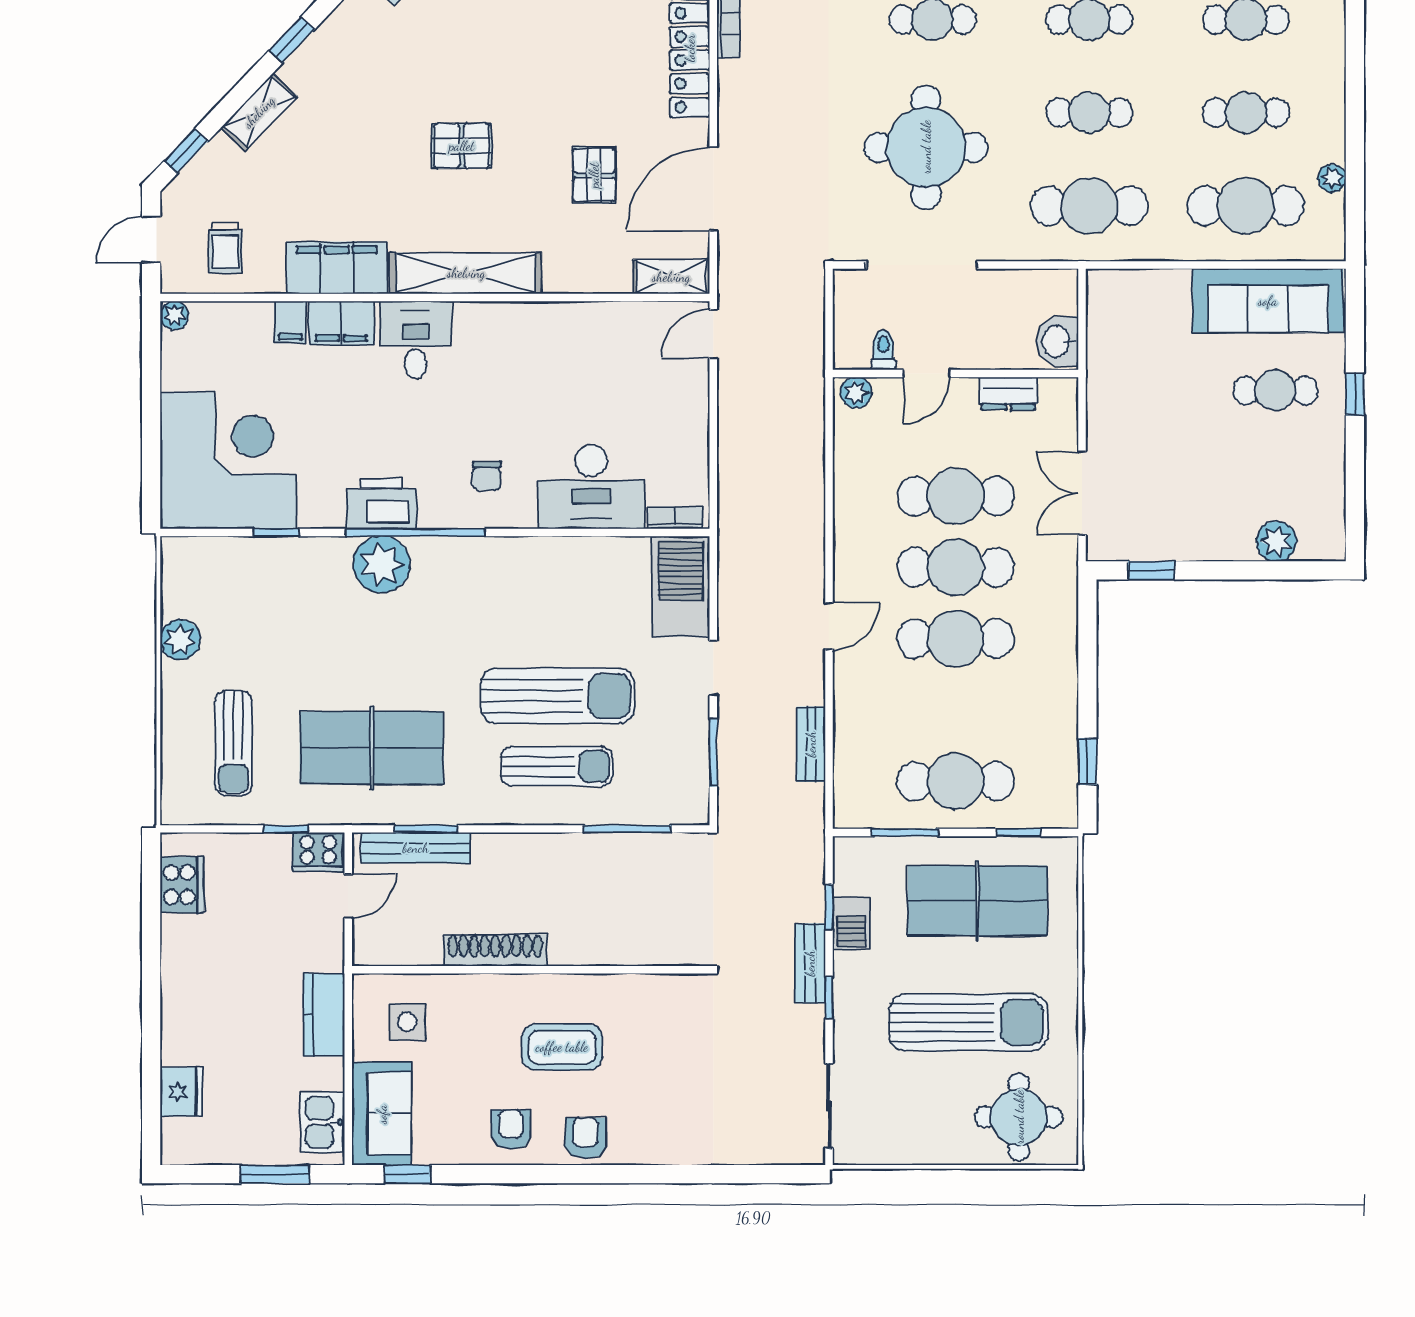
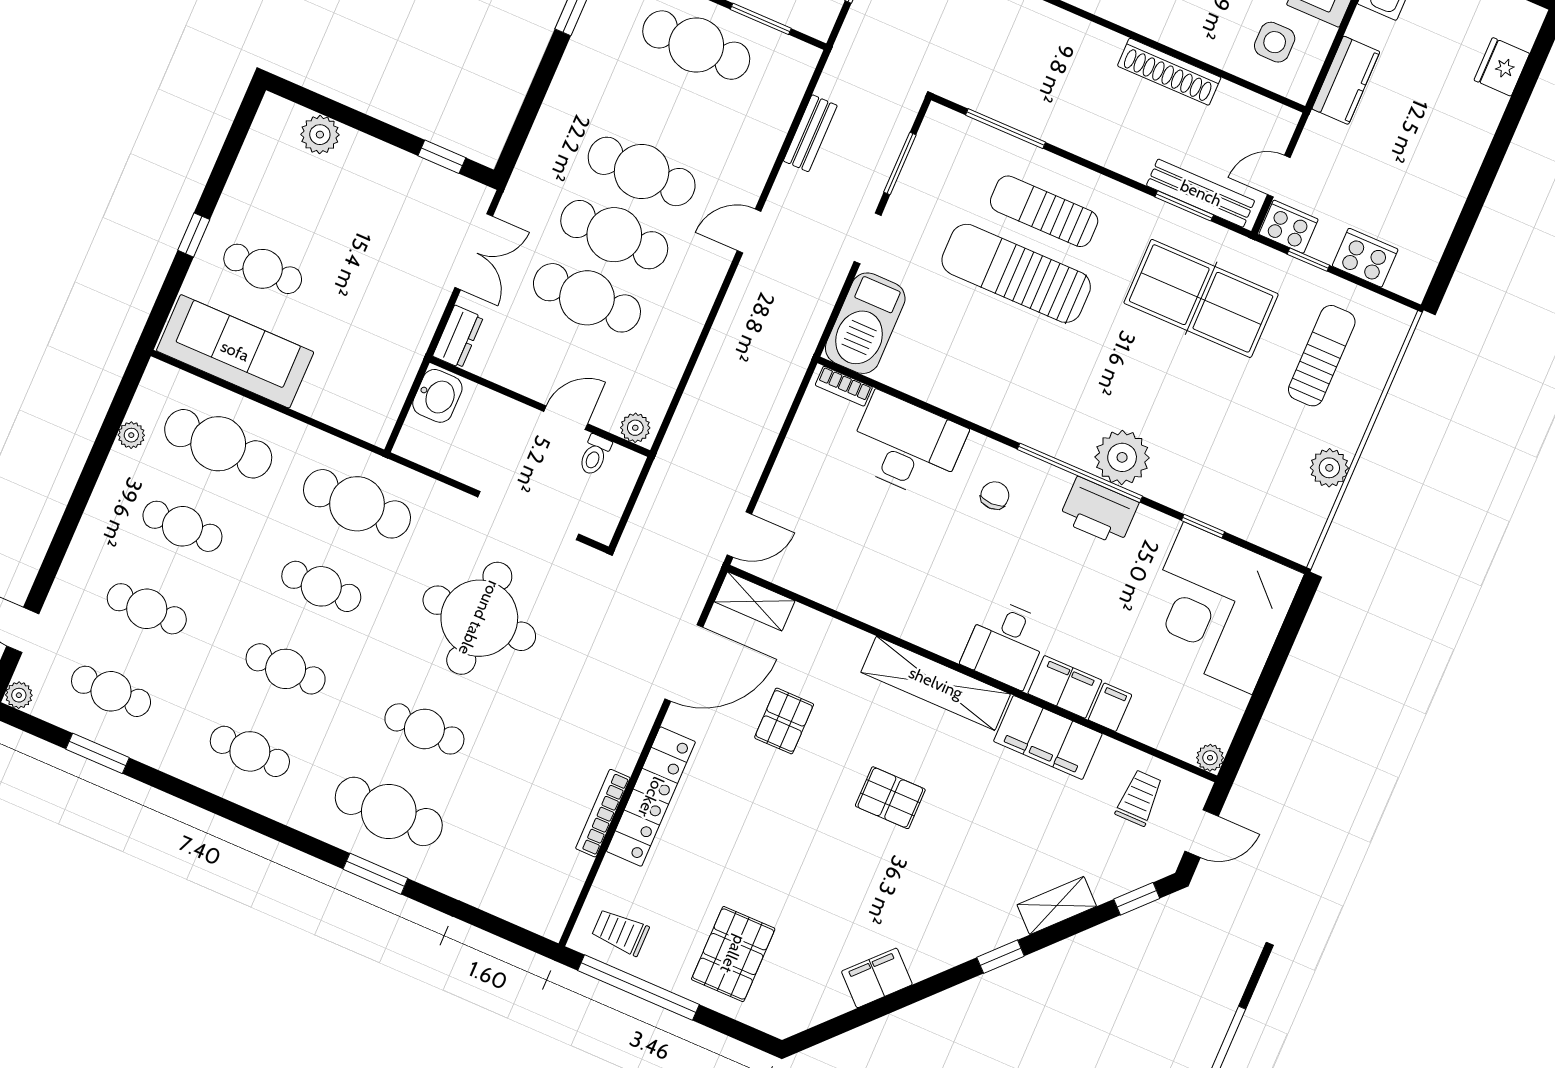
dresser: (1008, 393) -> (458, 337), moved, turned 90
cooker: (182, 885) -> (1365, 258), moved, turned 90

